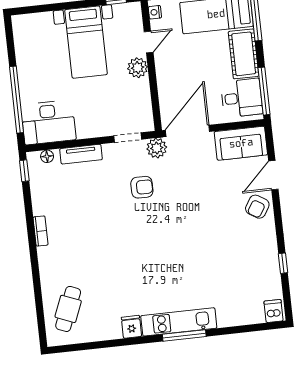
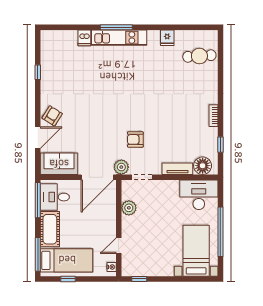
bed with nightstands: (86, 42) -> (196, 251), moved
plant: (138, 68) -> (129, 208), moved
window: (16, 100) -> (220, 232), moved
floor lamp: (47, 156) -> (203, 166), width x1.89, depth x1.89
window: (24, 171) -> (220, 145), moved
cafe table: (68, 309) -> (199, 56), turned 64
dishwasher: (274, 311) -> (84, 38), moved
fridge: (131, 327) -> (167, 38), moved

